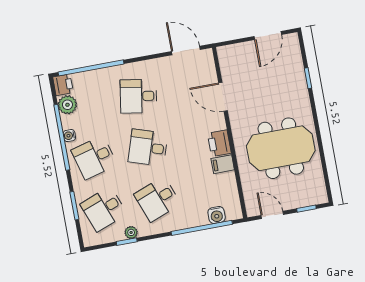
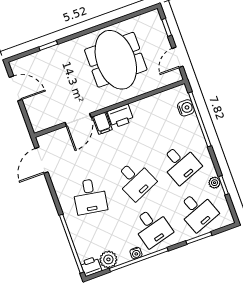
desk: (148, 148) -> (135, 180), turned -42
filing cabinet: (223, 164) -> (102, 123), moved

